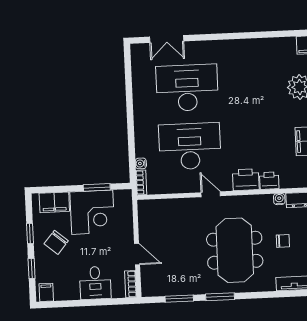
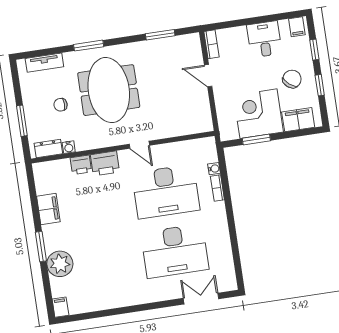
bookcase: (141, 183) -> (217, 188), moved
desk: (95, 283) -> (264, 39), moved
window: (220, 297) -> (89, 46), moved

